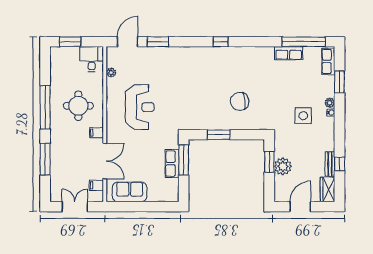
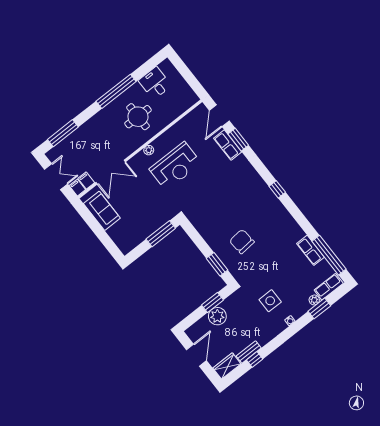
window: (70, 42) -> (184, 70), removed
door: (128, 42) -> (219, 116), swing flipped
desk: (92, 59) -> (155, 83), moved, turned -90
plant: (111, 73) -> (149, 150), moved
plant: (330, 103) -> (314, 300), moved
filing cabinet: (97, 133) -> (77, 188), moved
window: (219, 135) -> (217, 264), moved
window: (45, 159) -> (63, 133), moved
row of seats: (172, 164) -> (228, 145), moved, turned -90
door: (300, 207) -> (196, 355), hinge flipped

